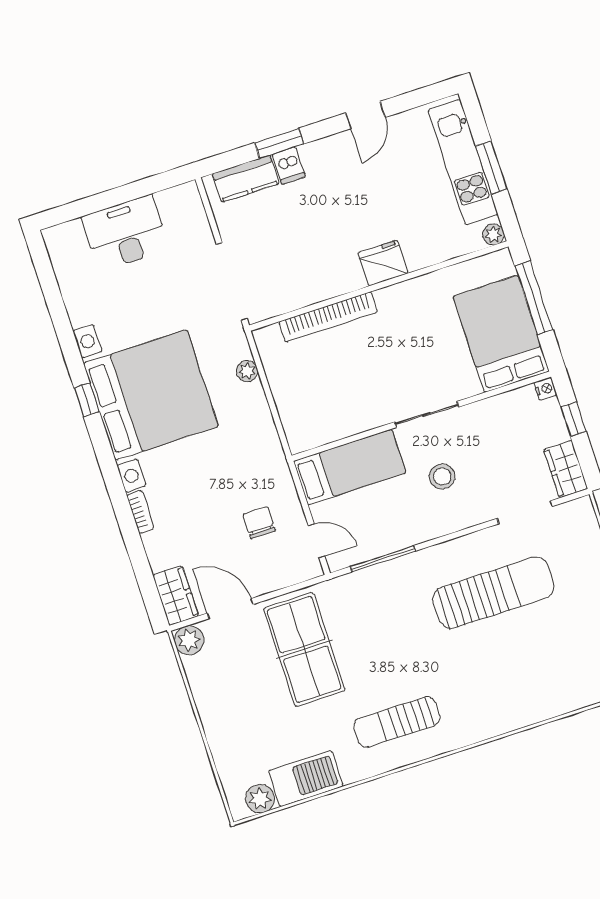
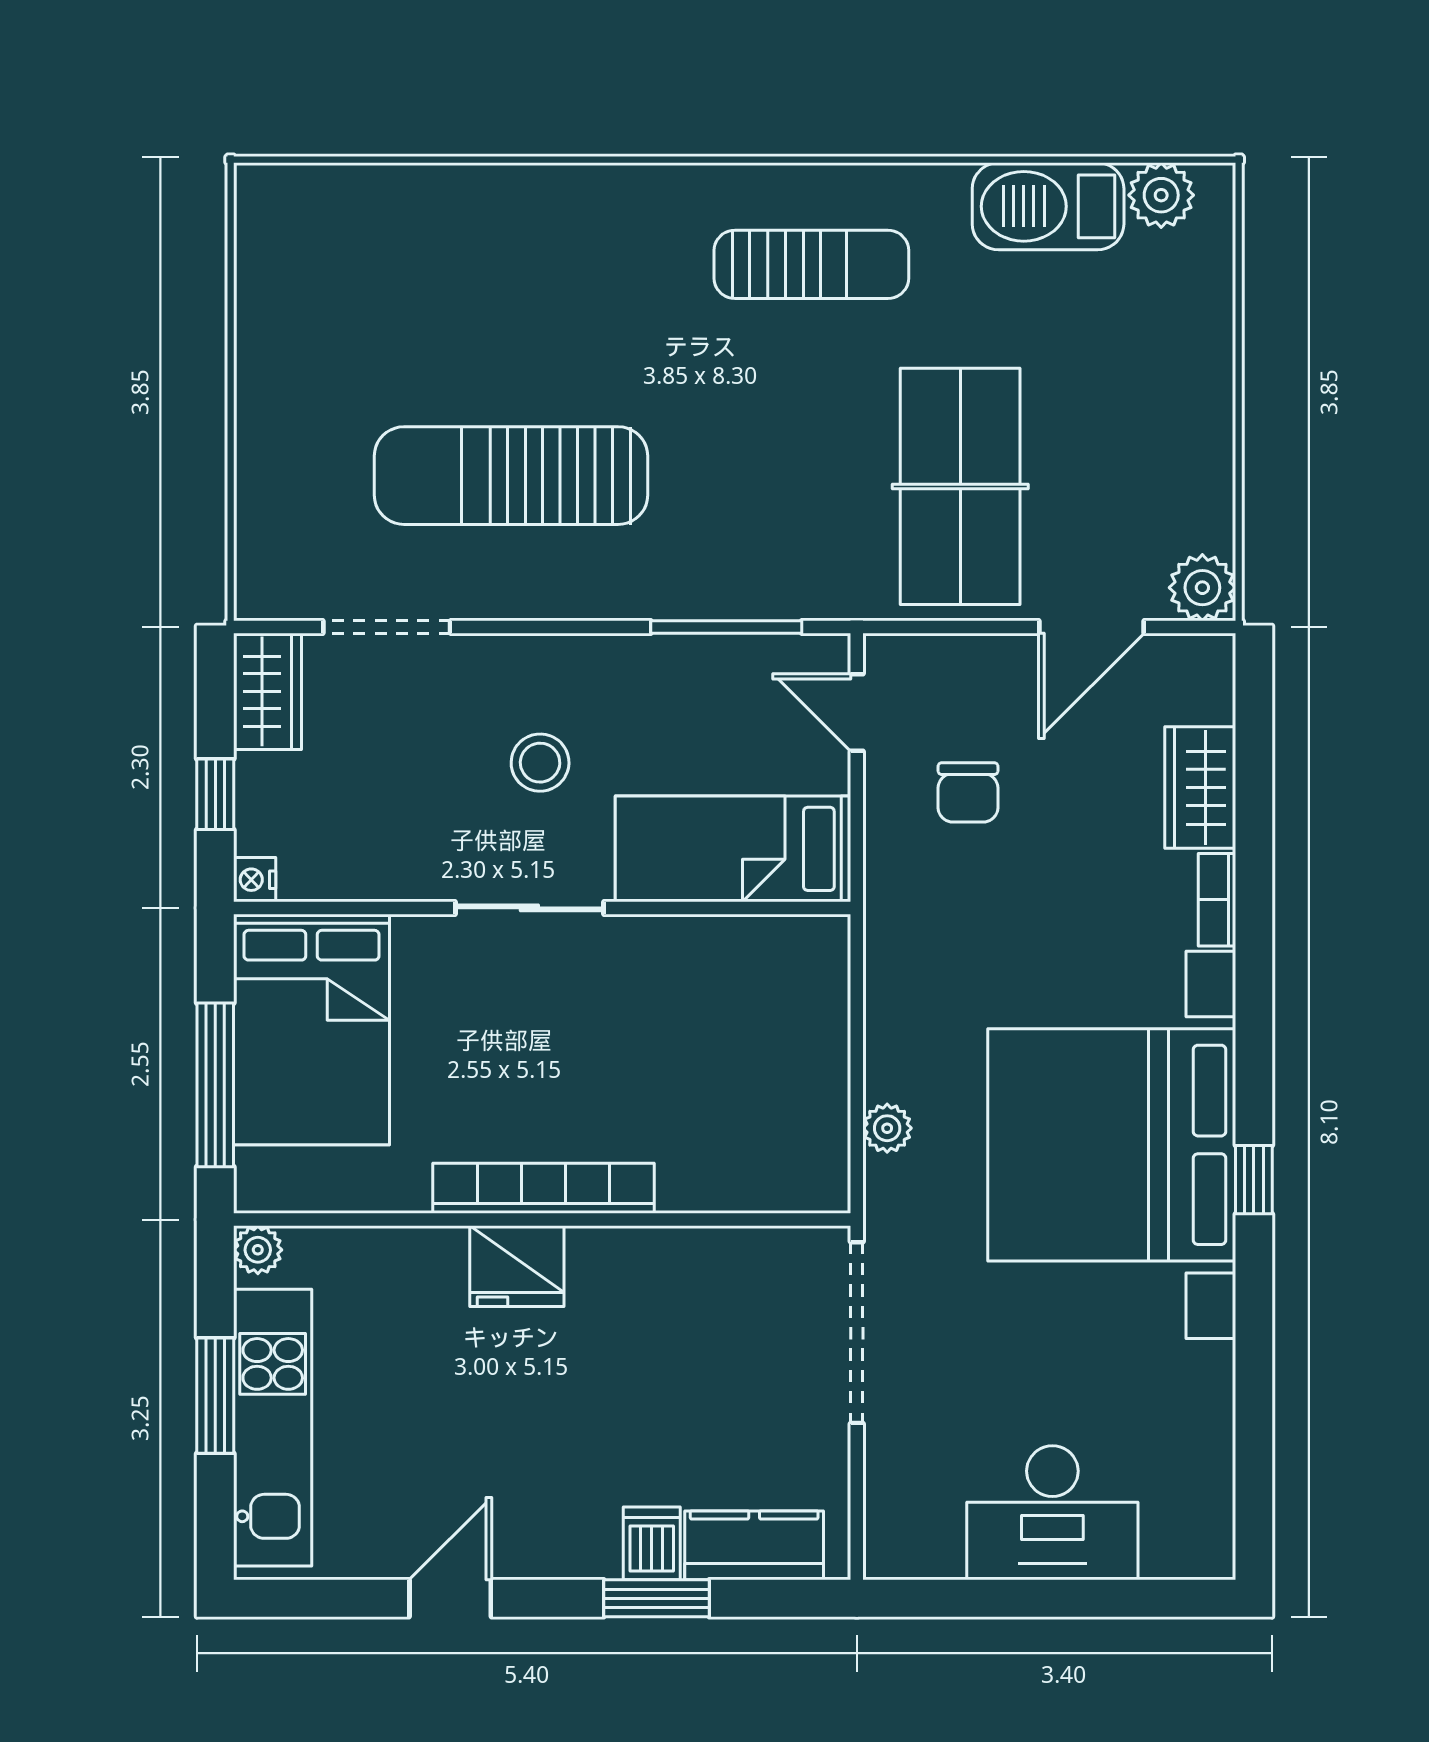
bookcase: (328, 317) -> (544, 1188), moved
wardrobe: (176, 596) -> (1200, 788), moved
door: (230, 609) -> (1091, 627), hinge flipped

